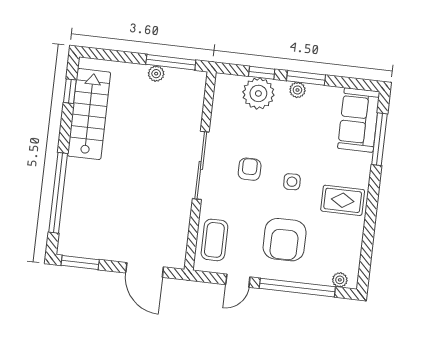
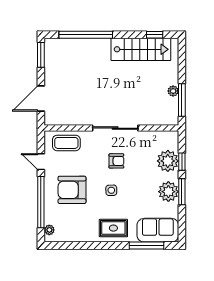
plant: (297, 90) -> (168, 192), width x1.88, depth x1.88
rug: (343, 200) -> (113, 228), moved, turned 90

